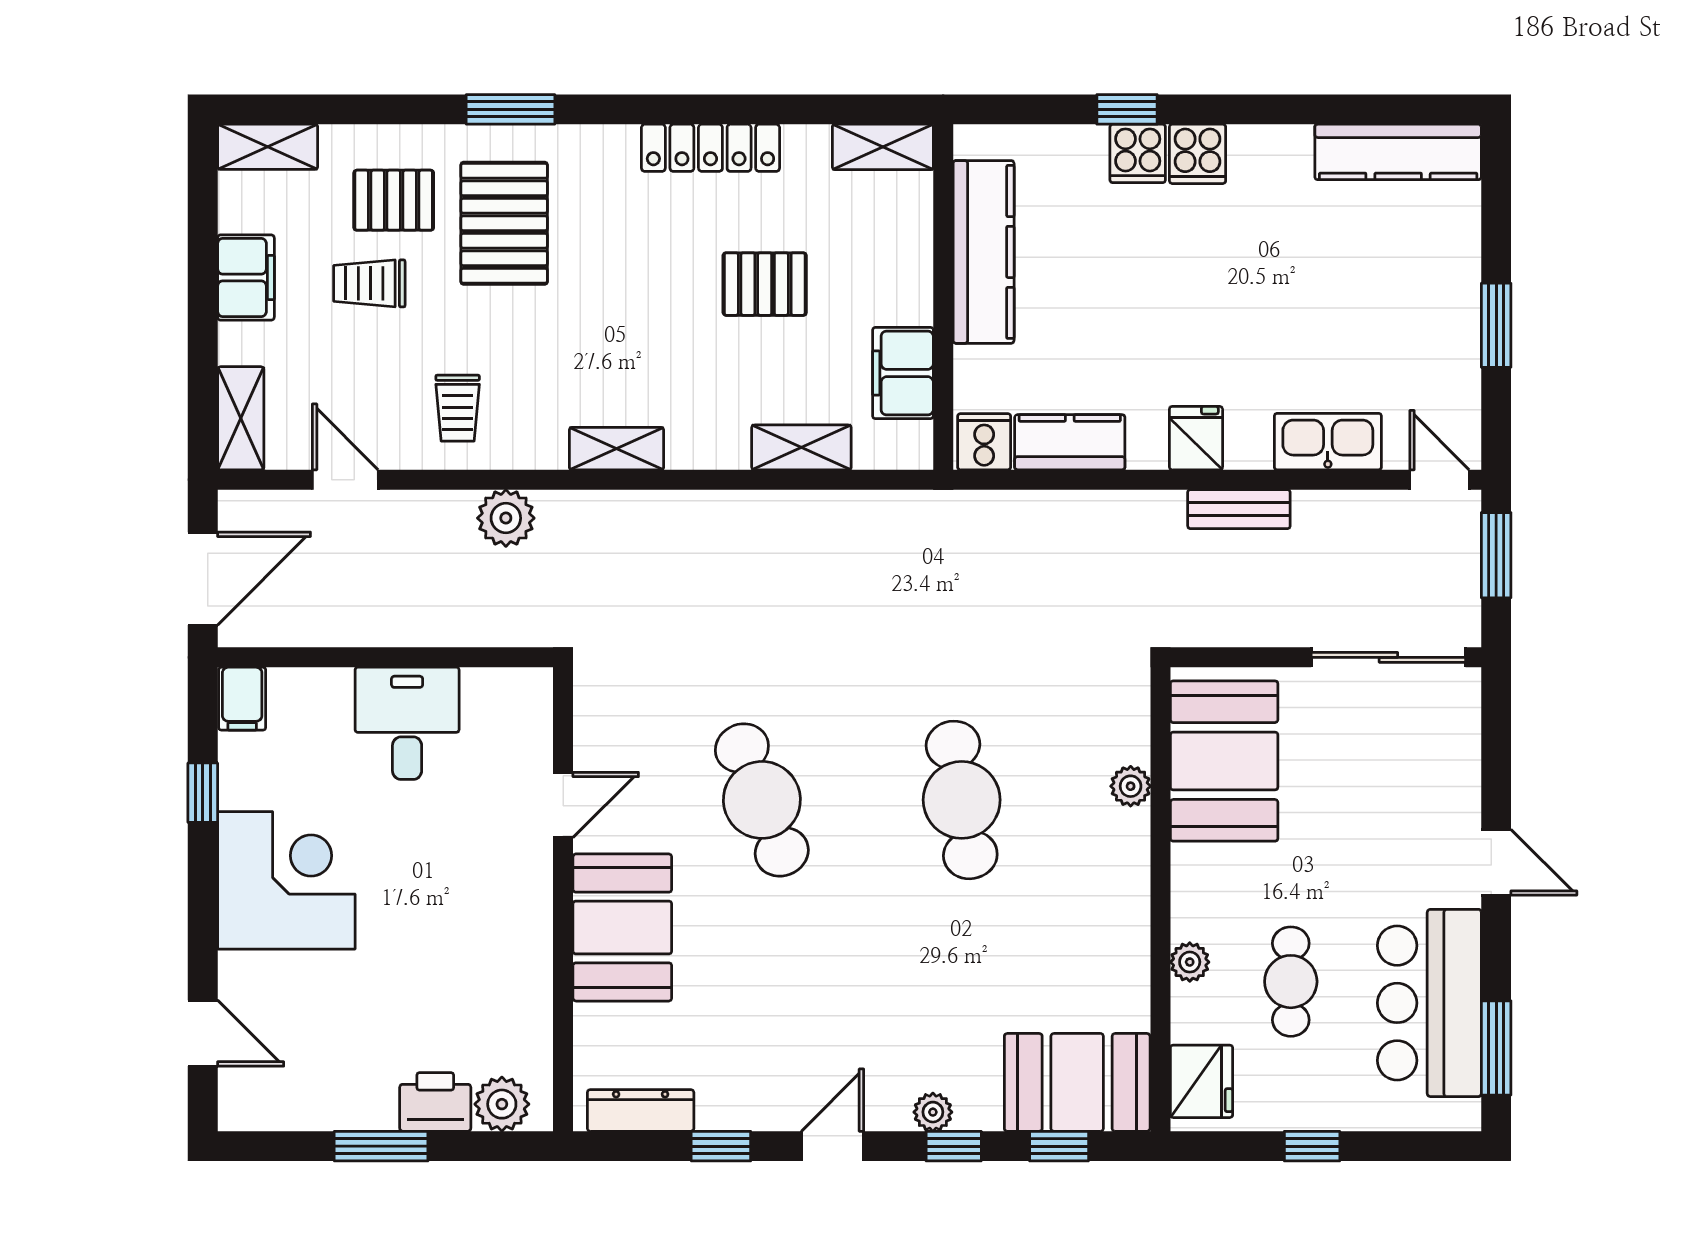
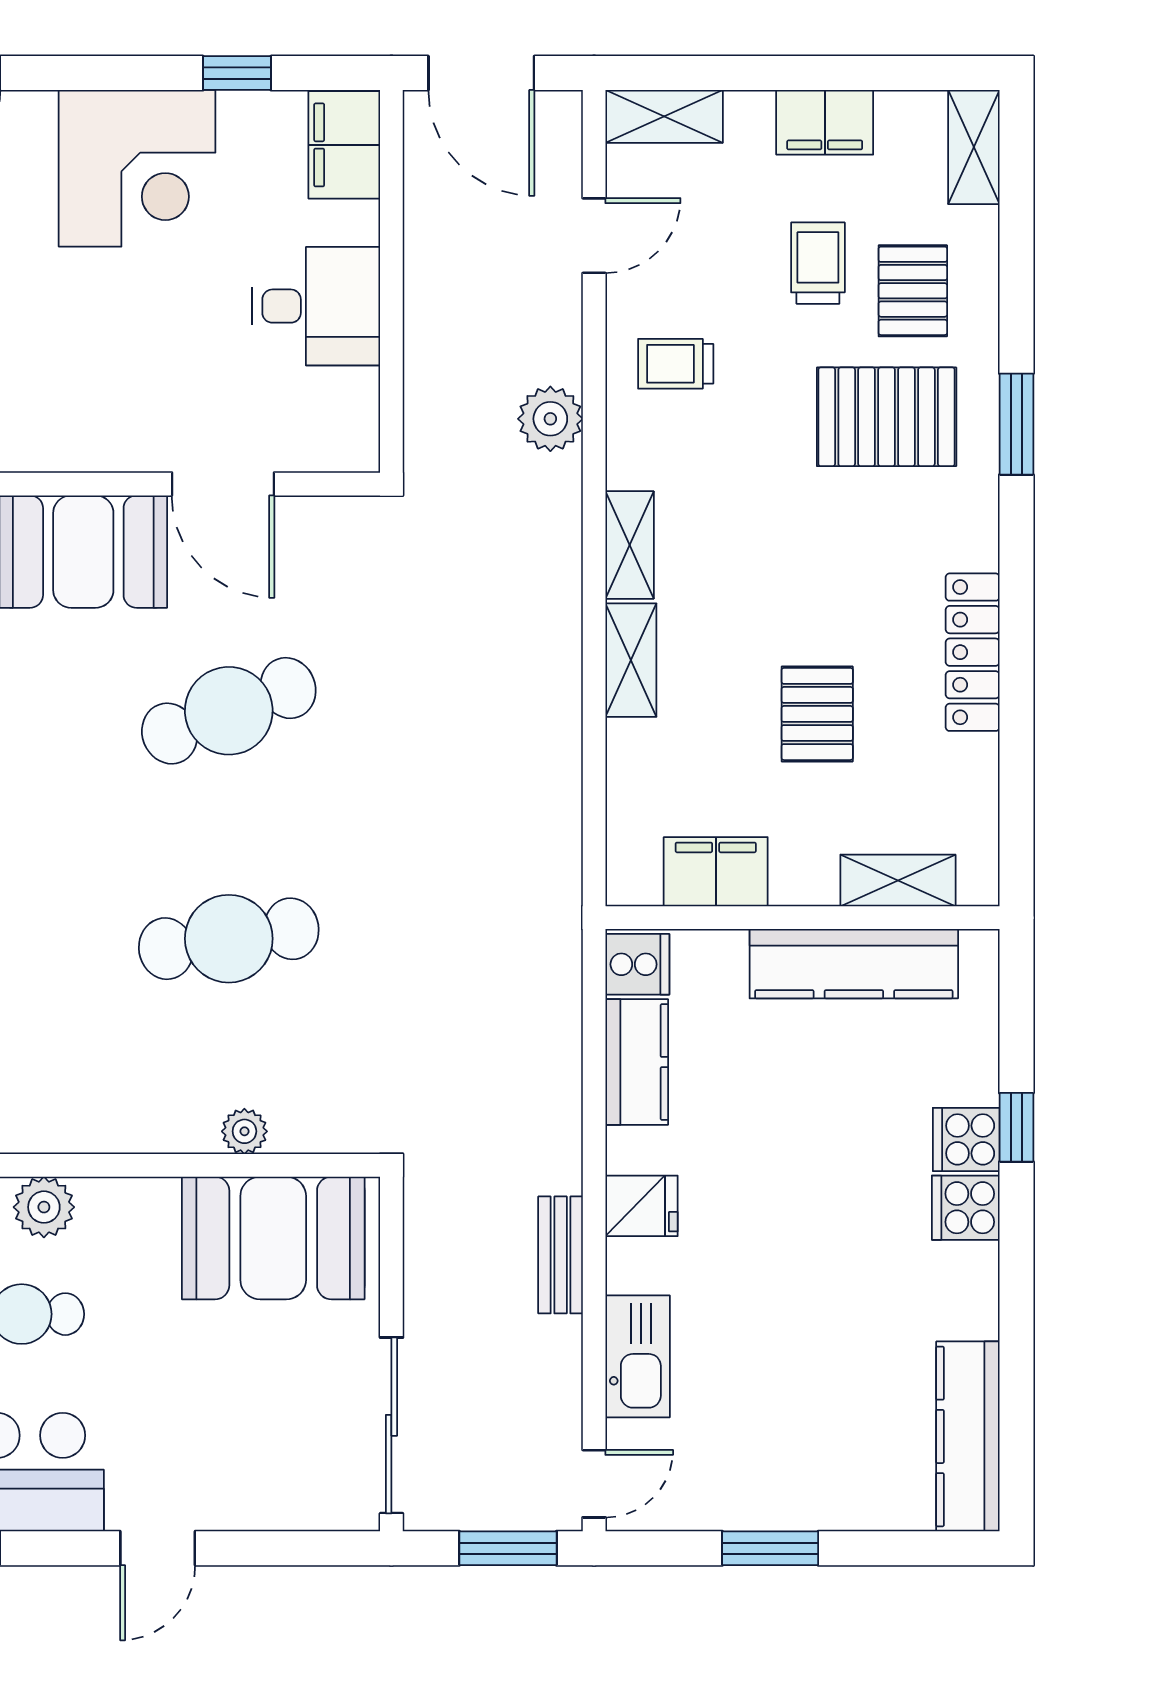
shelving: (883, 147) -> (898, 880), moved, turned 90
shelving: (801, 447) -> (631, 660), moved
filing cabinet: (242, 699) -> (344, 145), width x2.00
door: (563, 805) -> (223, 484), width x1.38
plant: (1190, 962) -> (44, 1207), width x1.38, depth x1.38

